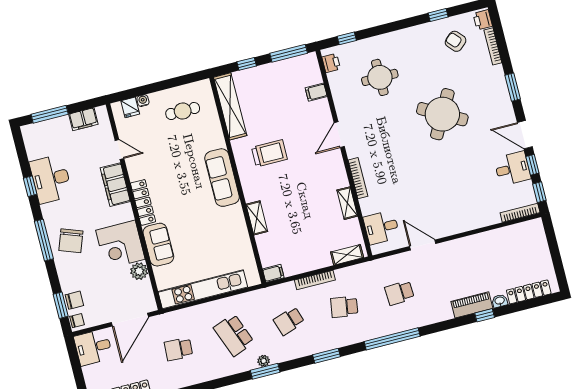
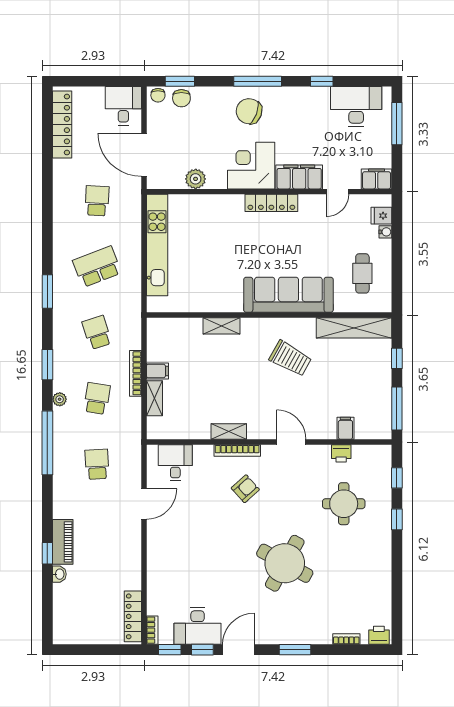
window: (438, 15) -> (397, 519), moved
armchair: (456, 41) -> (245, 489), moved
bookcase: (493, 46) -> (346, 639), width x0.64
printer: (331, 63) -> (341, 453), moved
filing cabinet: (83, 119) -> (377, 179), moved, turned 90
trolley: (269, 153) -> (290, 358), turned -61
desk: (512, 169) -> (198, 626), width x1.37
sofa: (222, 178) -> (288, 295), width x1.36, depth x1.27
desk: (51, 179) -> (356, 106), moved
shelving: (347, 203) -> (229, 431), moved
bookcase: (520, 213) -> (152, 630), width x0.64
corner desk: (120, 245) -> (251, 166), moved
sofa: (158, 245) -> (220, 208), removed
shelving: (347, 255) -> (154, 398), moved
filing cabinet: (273, 273) -> (157, 371), moved, turned -90
locker: (529, 292) -> (133, 616), moved, turned 180
plant: (264, 361) -> (60, 399), moved

